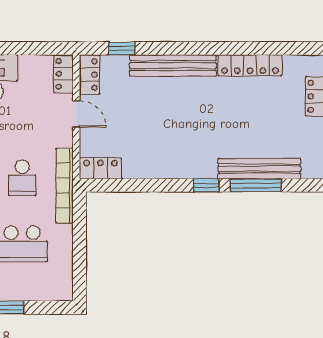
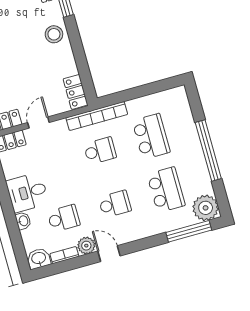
stool: (177, 162) -> (54, 34), added

